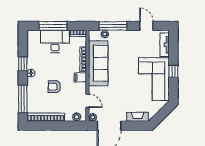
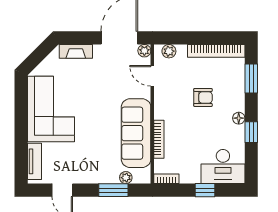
window: (53, 26) -> (205, 190), width x0.46
window: (113, 26) -> (113, 190), width x0.69
desk: (55, 41) -> (223, 167), moved
window: (173, 71) -> (21, 121), removed
filing cabinet: (80, 77) -> (163, 112), removed
window: (23, 99) -> (251, 79), width x0.69

